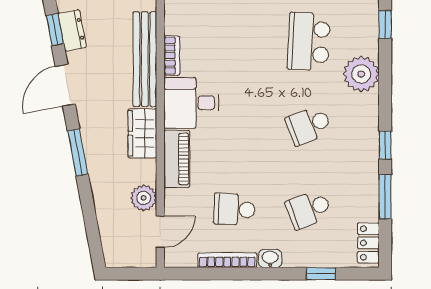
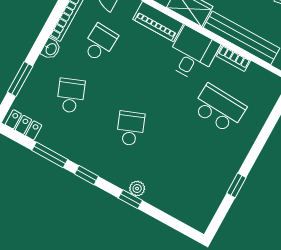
window: (385, 25) -> (130, 199), moved
school desk: (309, 42) -> (219, 108), moved
plant: (361, 74) -> (137, 188), width x0.53, depth x0.53
window: (321, 274) -> (20, 79), width x1.50

